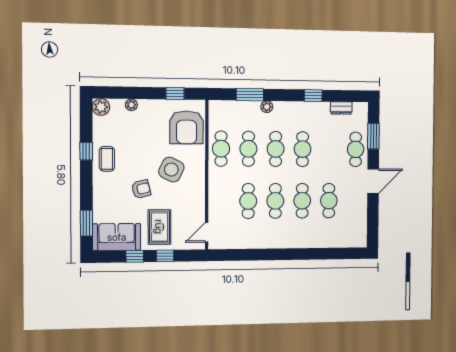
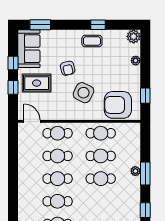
window: (250, 95) -> (145, 173), moved
cafe table: (303, 149) -> (58, 133), moved

